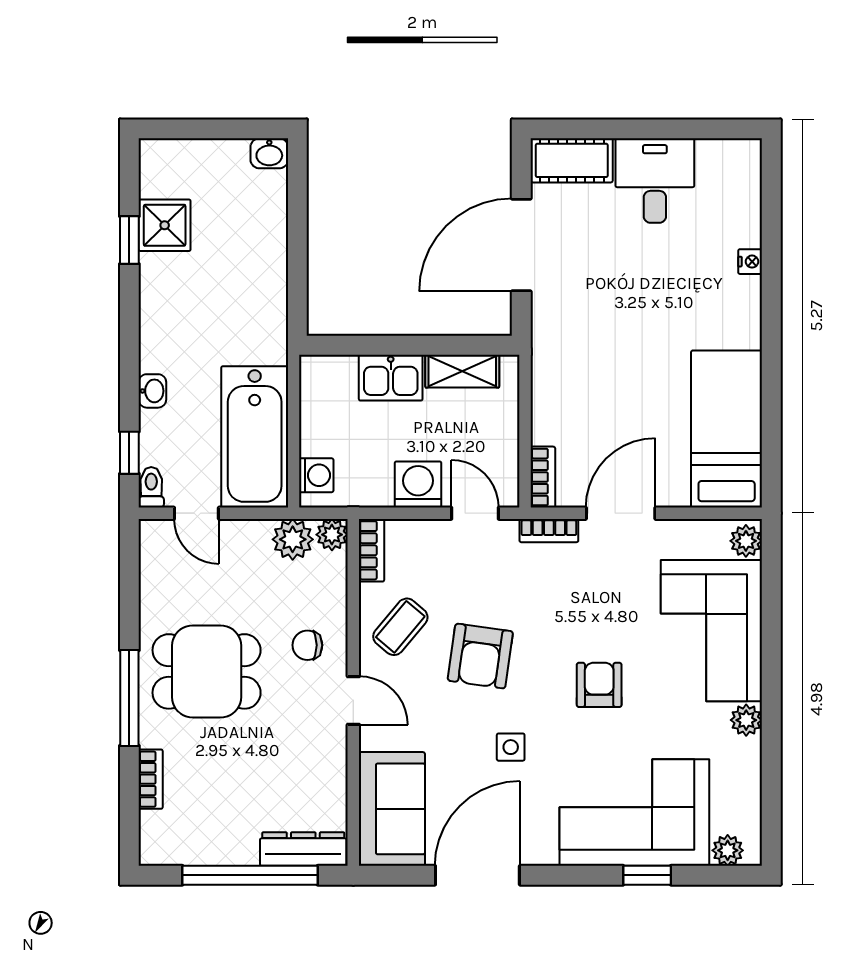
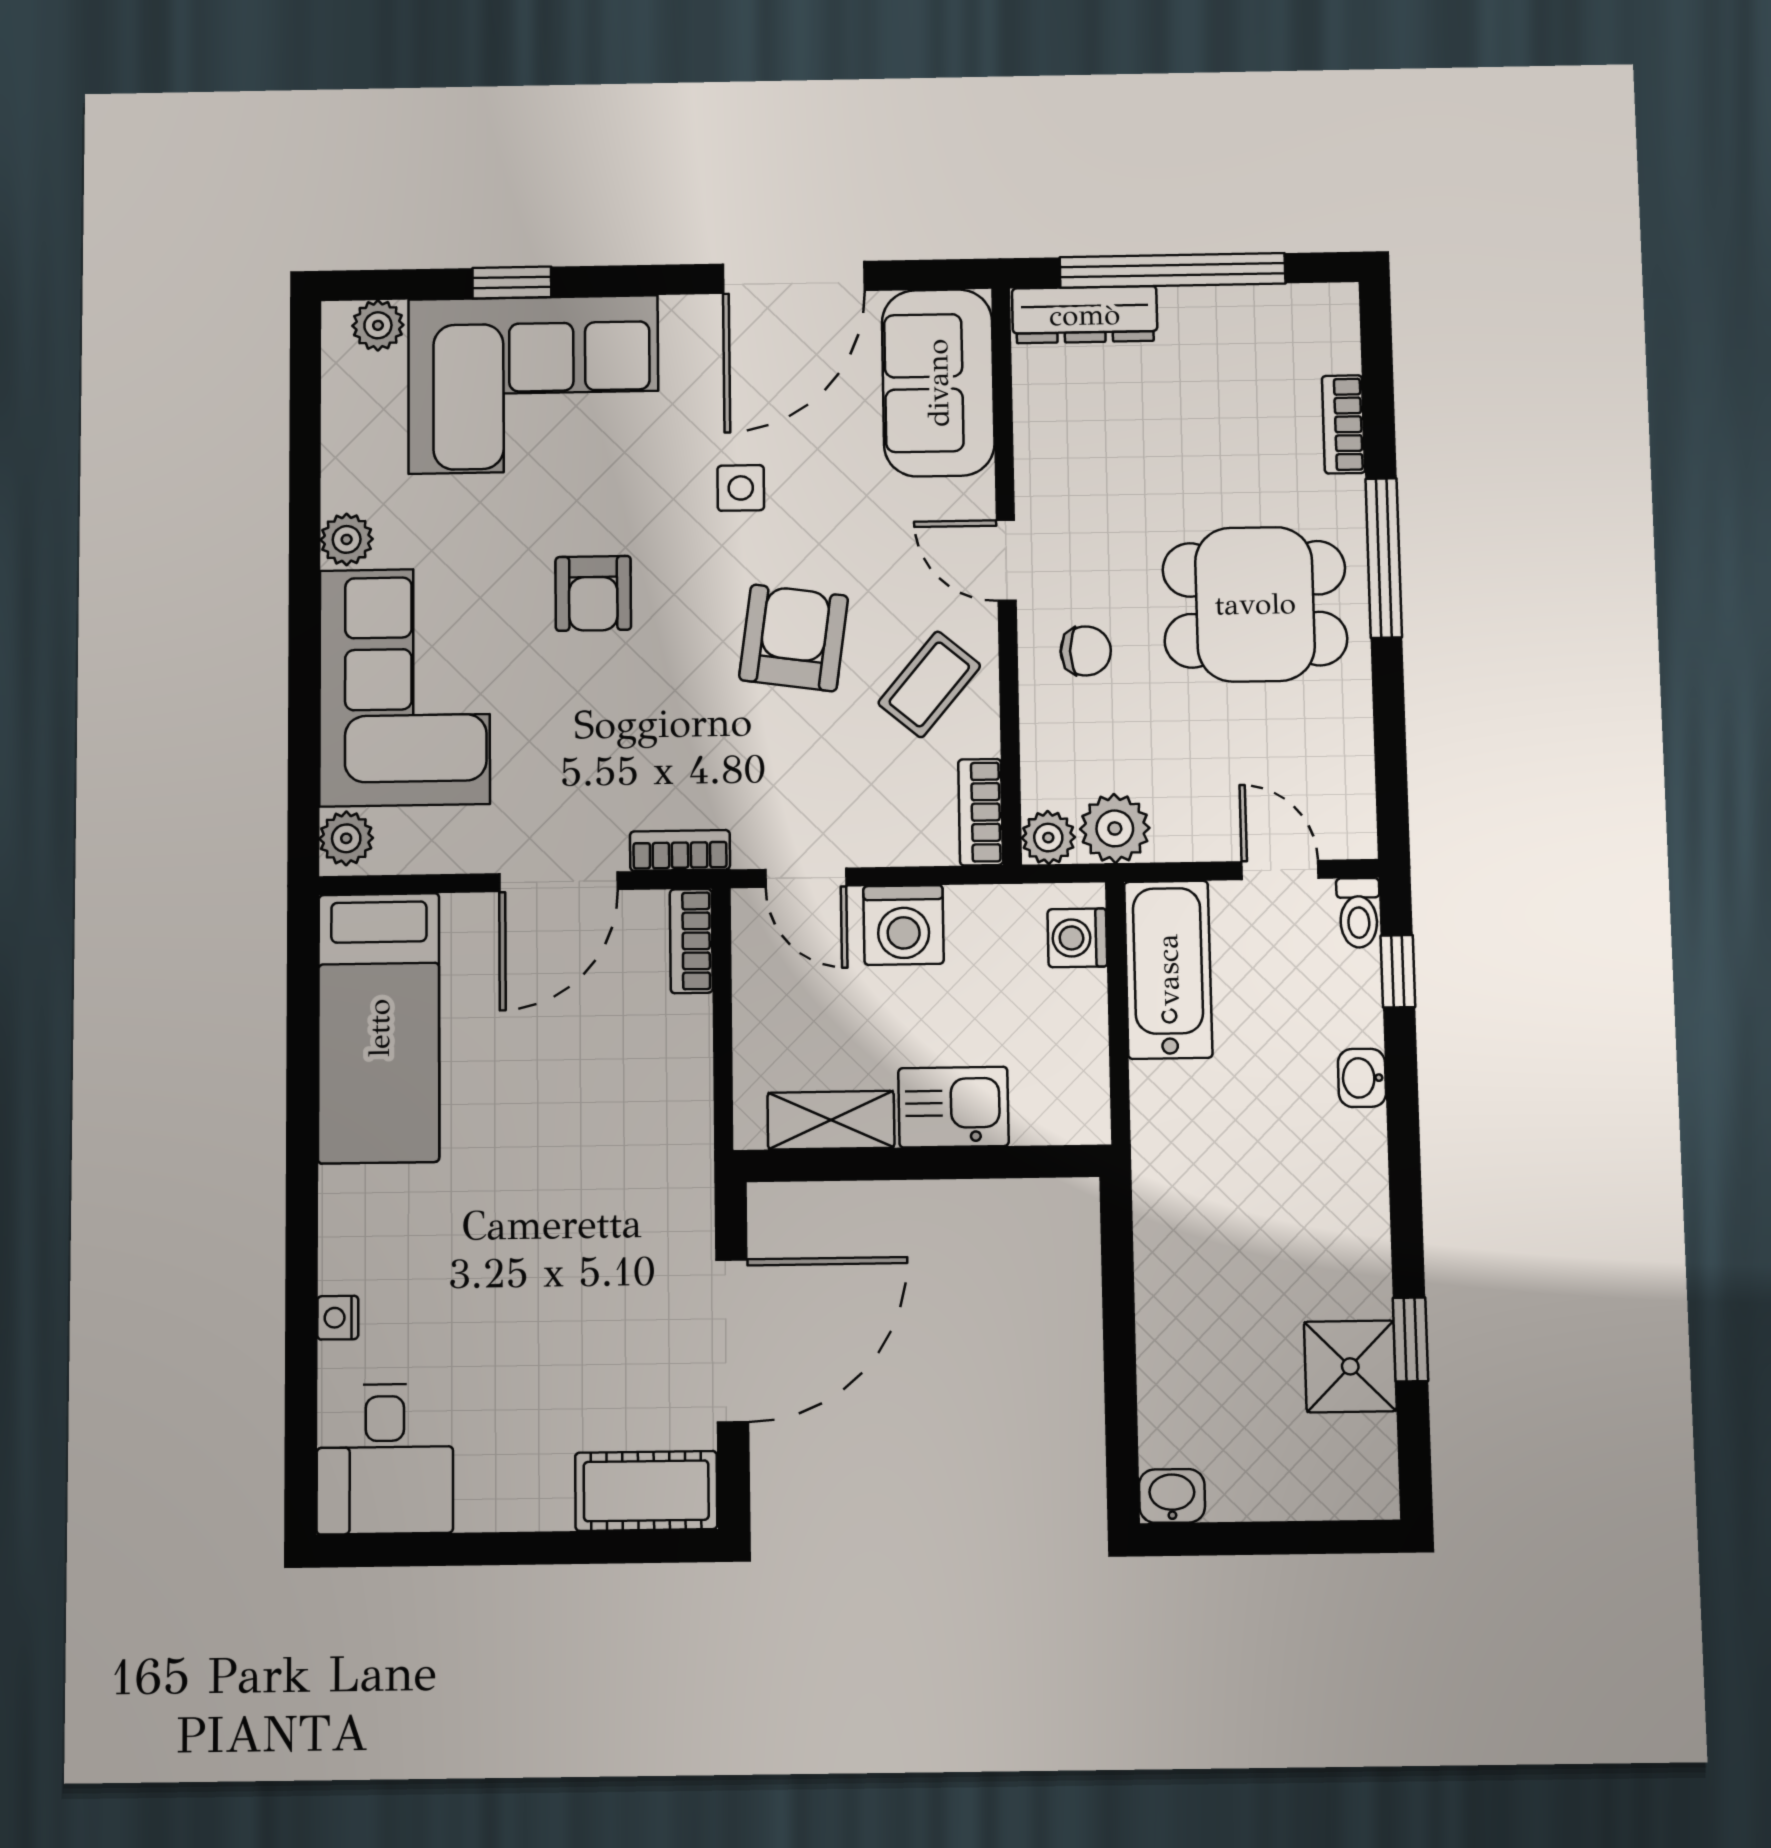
desk: (655, 181) -> (385, 1459), moved
bathtub: (255, 437) -> (1168, 970), width x0.73, depth x0.73

